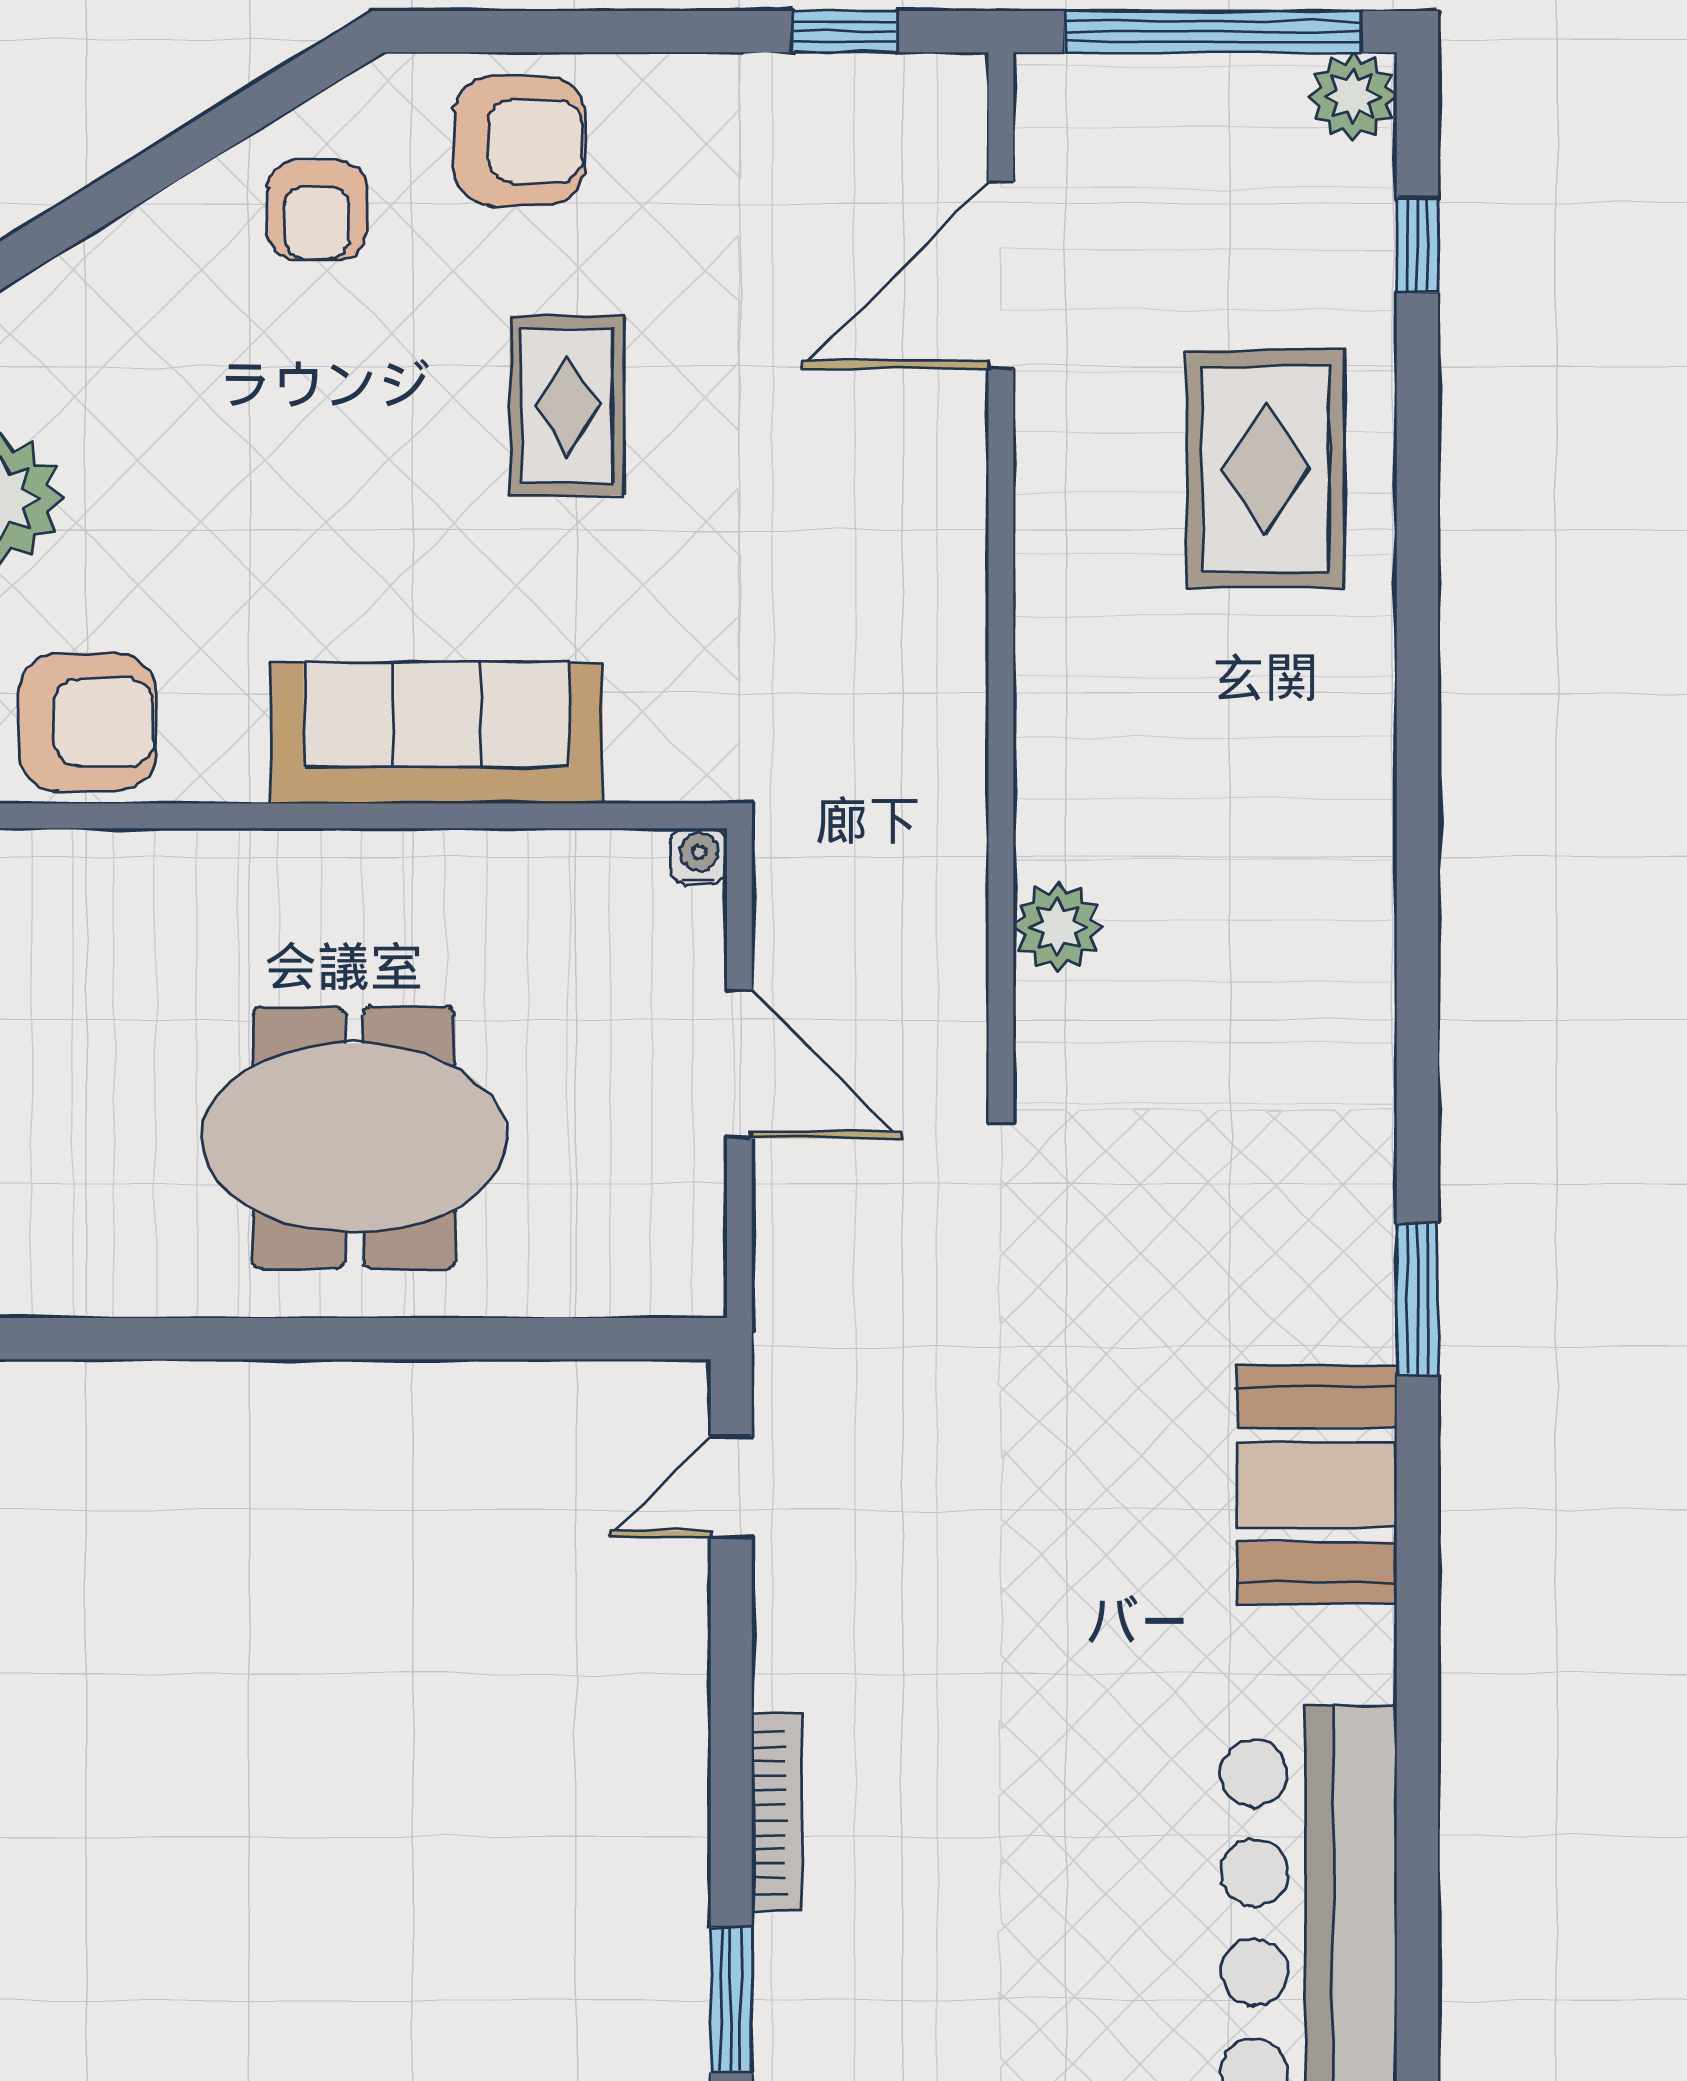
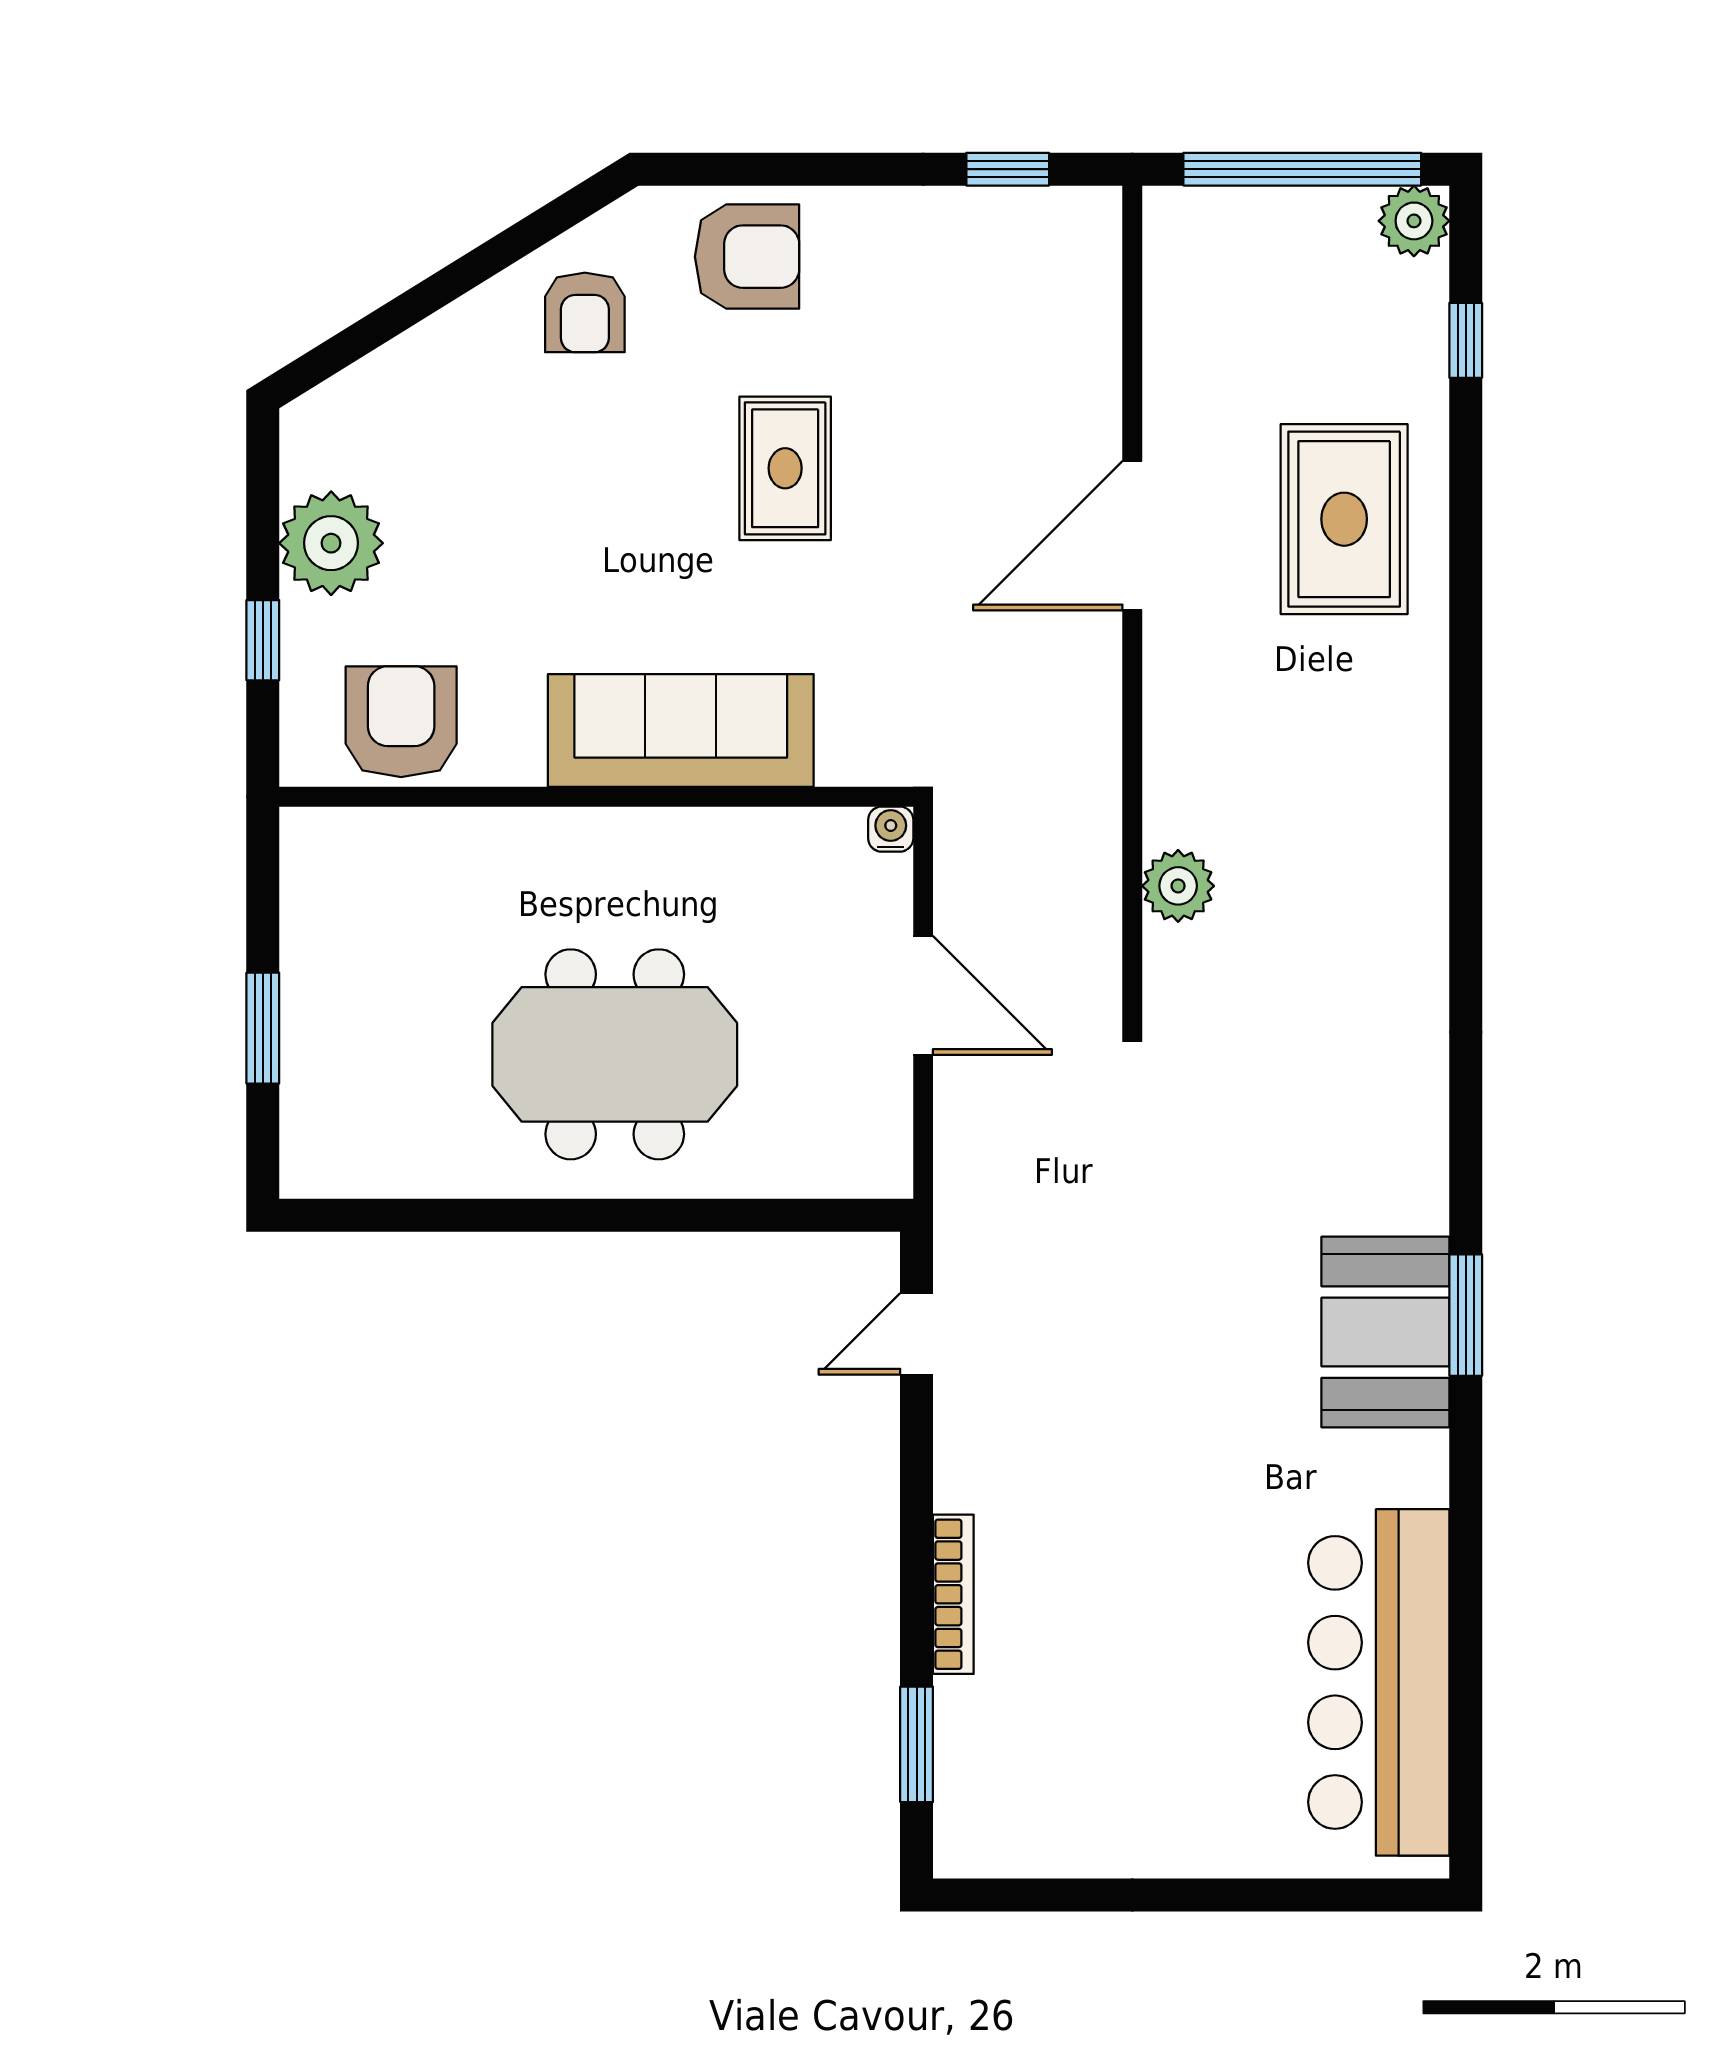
door: (1001, 275) -> (1132, 536), moved
armchair: (87, 722) -> (401, 722), turned -90
window: (1417, 1299) -> (1466, 1315), moved

